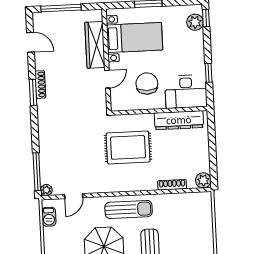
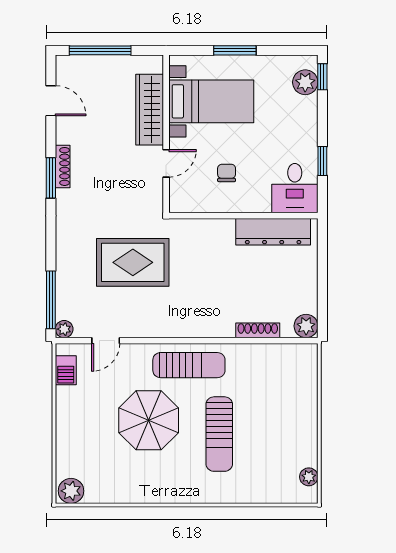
chair: (147, 84) -> (227, 173), width x0.54, depth x0.54
desk: (186, 92) -> (295, 188), width x0.73
rug: (128, 147) -> (133, 262), moved

